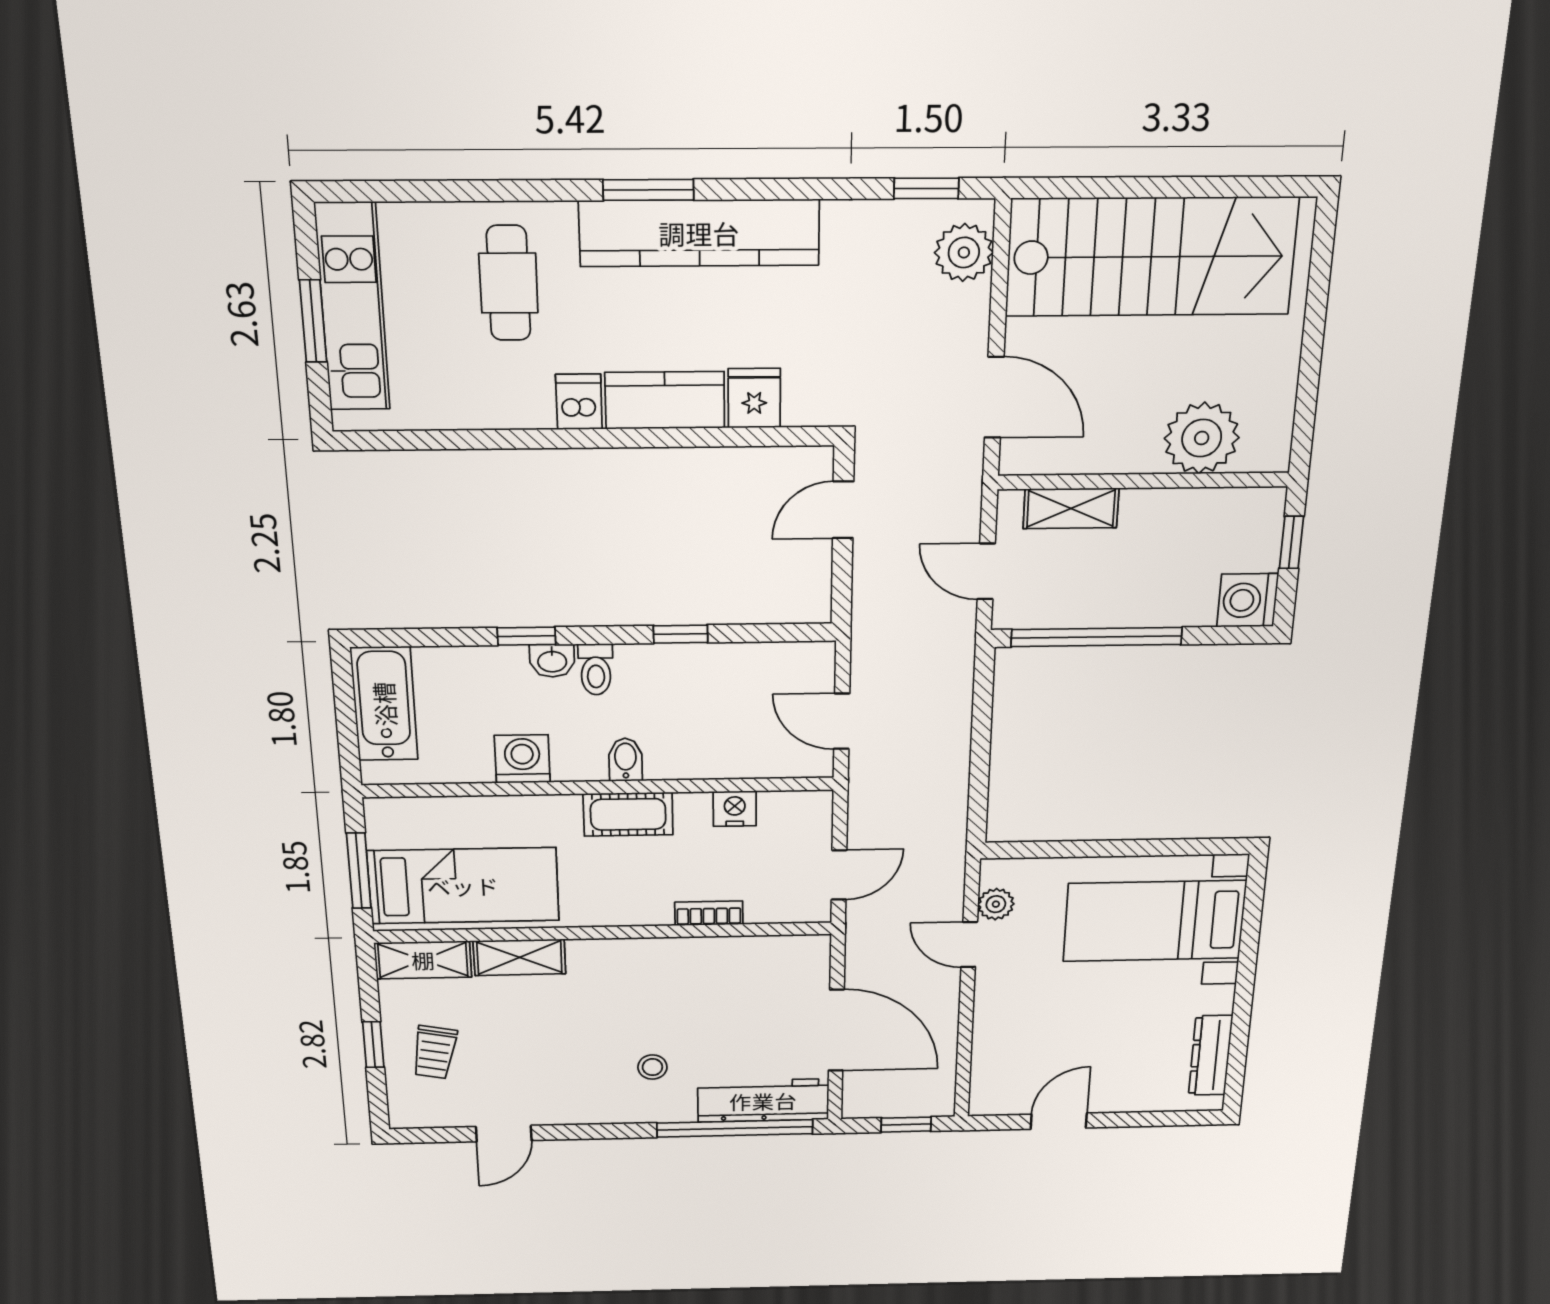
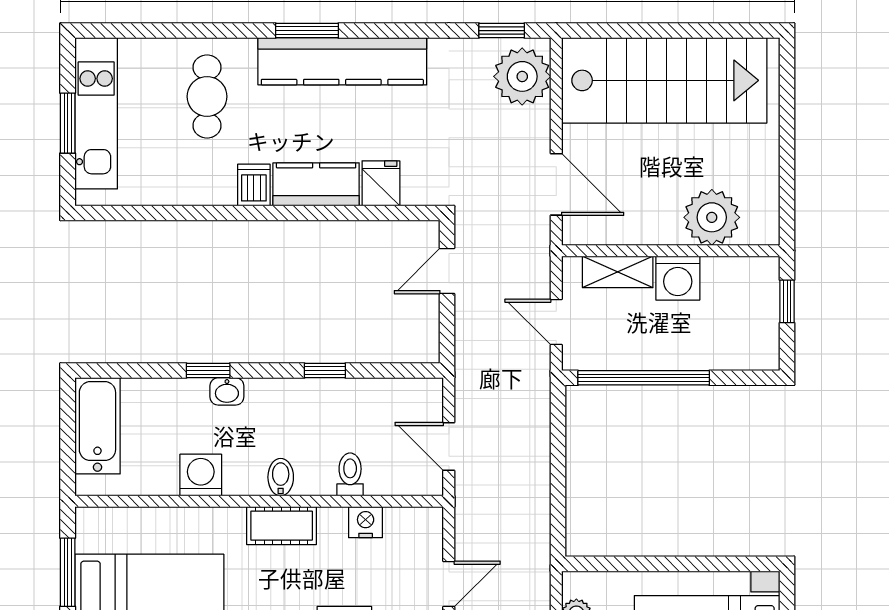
plant: (964, 252) -> (522, 76), width x1.36, depth x1.36
washing machine: (1248, 600) -> (678, 278), moved, turned -90
toilet: (596, 669) -> (350, 474), moved, turned 180

